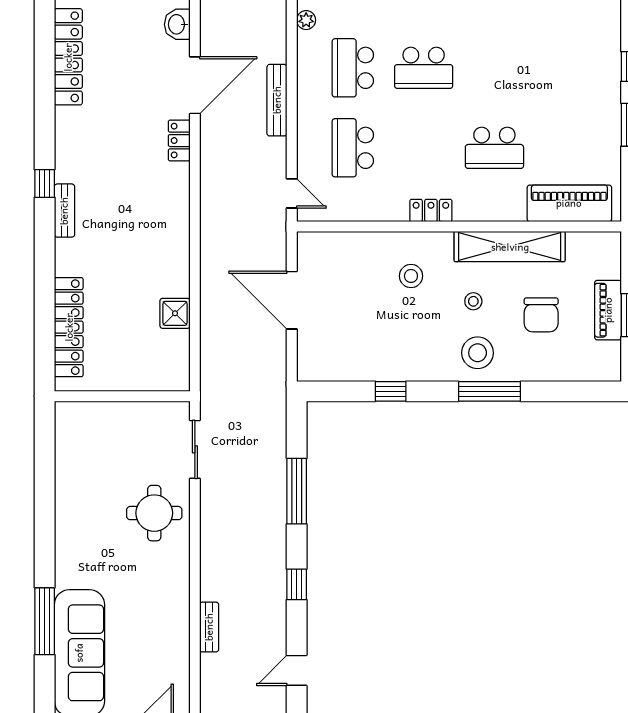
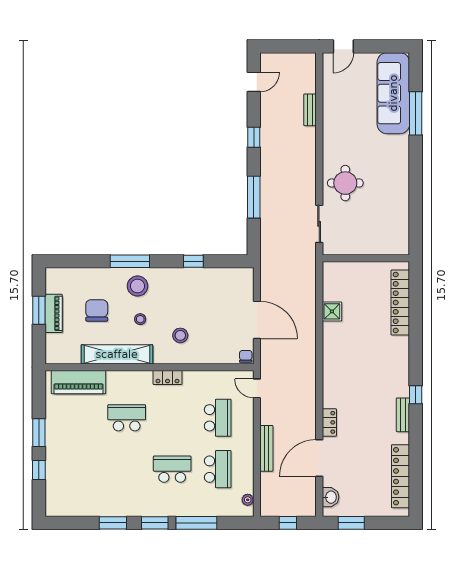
bench: (64, 211) -> (403, 415), moved
chair: (309, 243) -> (246, 356), added

